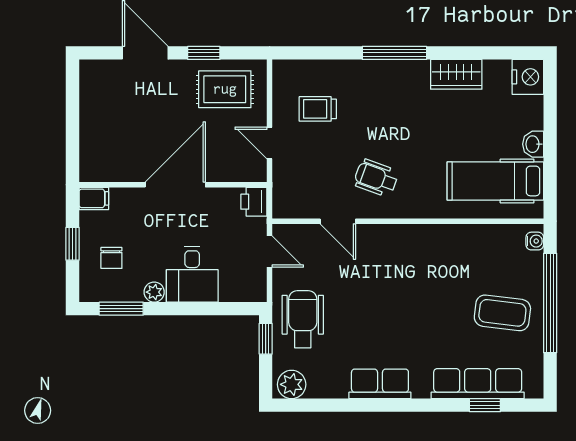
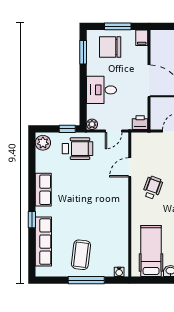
window: (73, 244) -> (118, 26), width x1.50
chair: (111, 258) -> (110, 47), width x1.87, depth x1.87
plant: (154, 292) -> (92, 124), moved
window: (550, 303) -> (86, 280), width x0.68
window: (485, 405) -> (32, 220), moved

